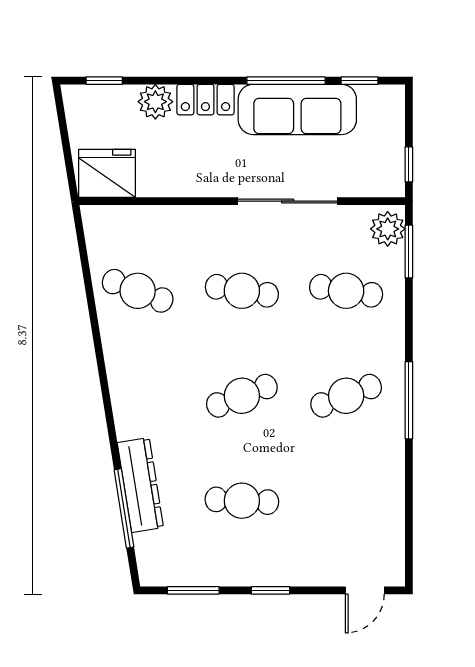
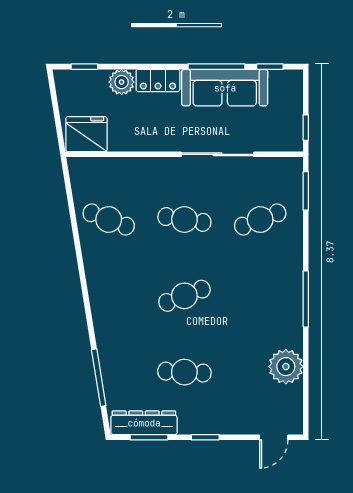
plant: (388, 229) -> (286, 367), moved, width x1.36, depth x1.36
cafe table: (346, 291) -> (260, 219), turned -30
cafe table: (346, 396) -> (260, 296), removed
dresser: (140, 485) -> (144, 423), moved, turned -81

